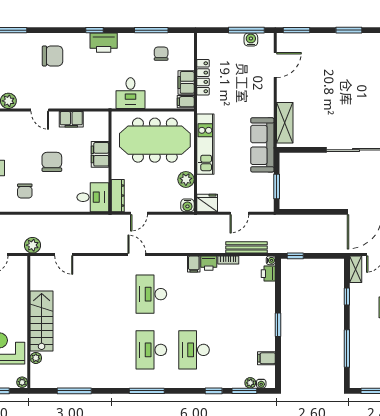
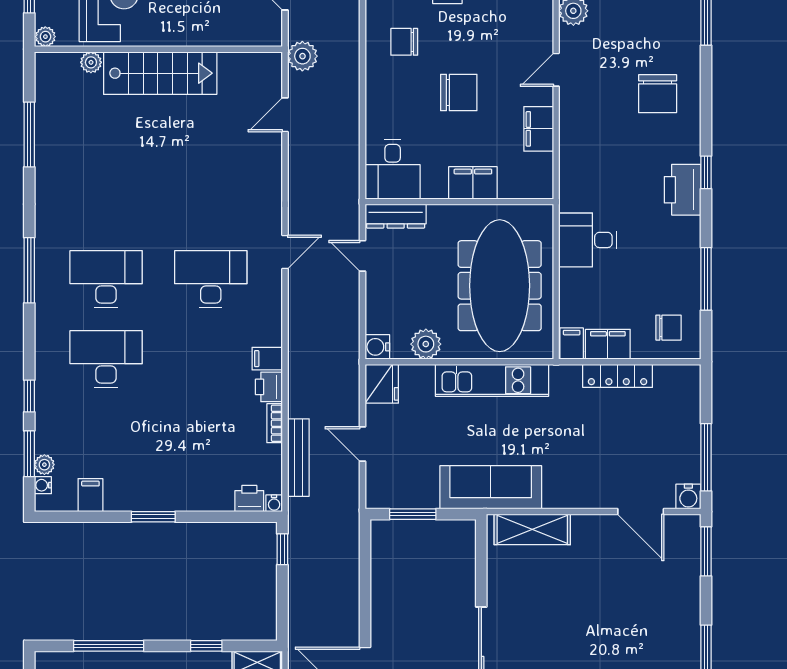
water cooler: (251, 40) -> (688, 496), moved, turned 90
chair: (161, 54) -> (668, 328), moved

